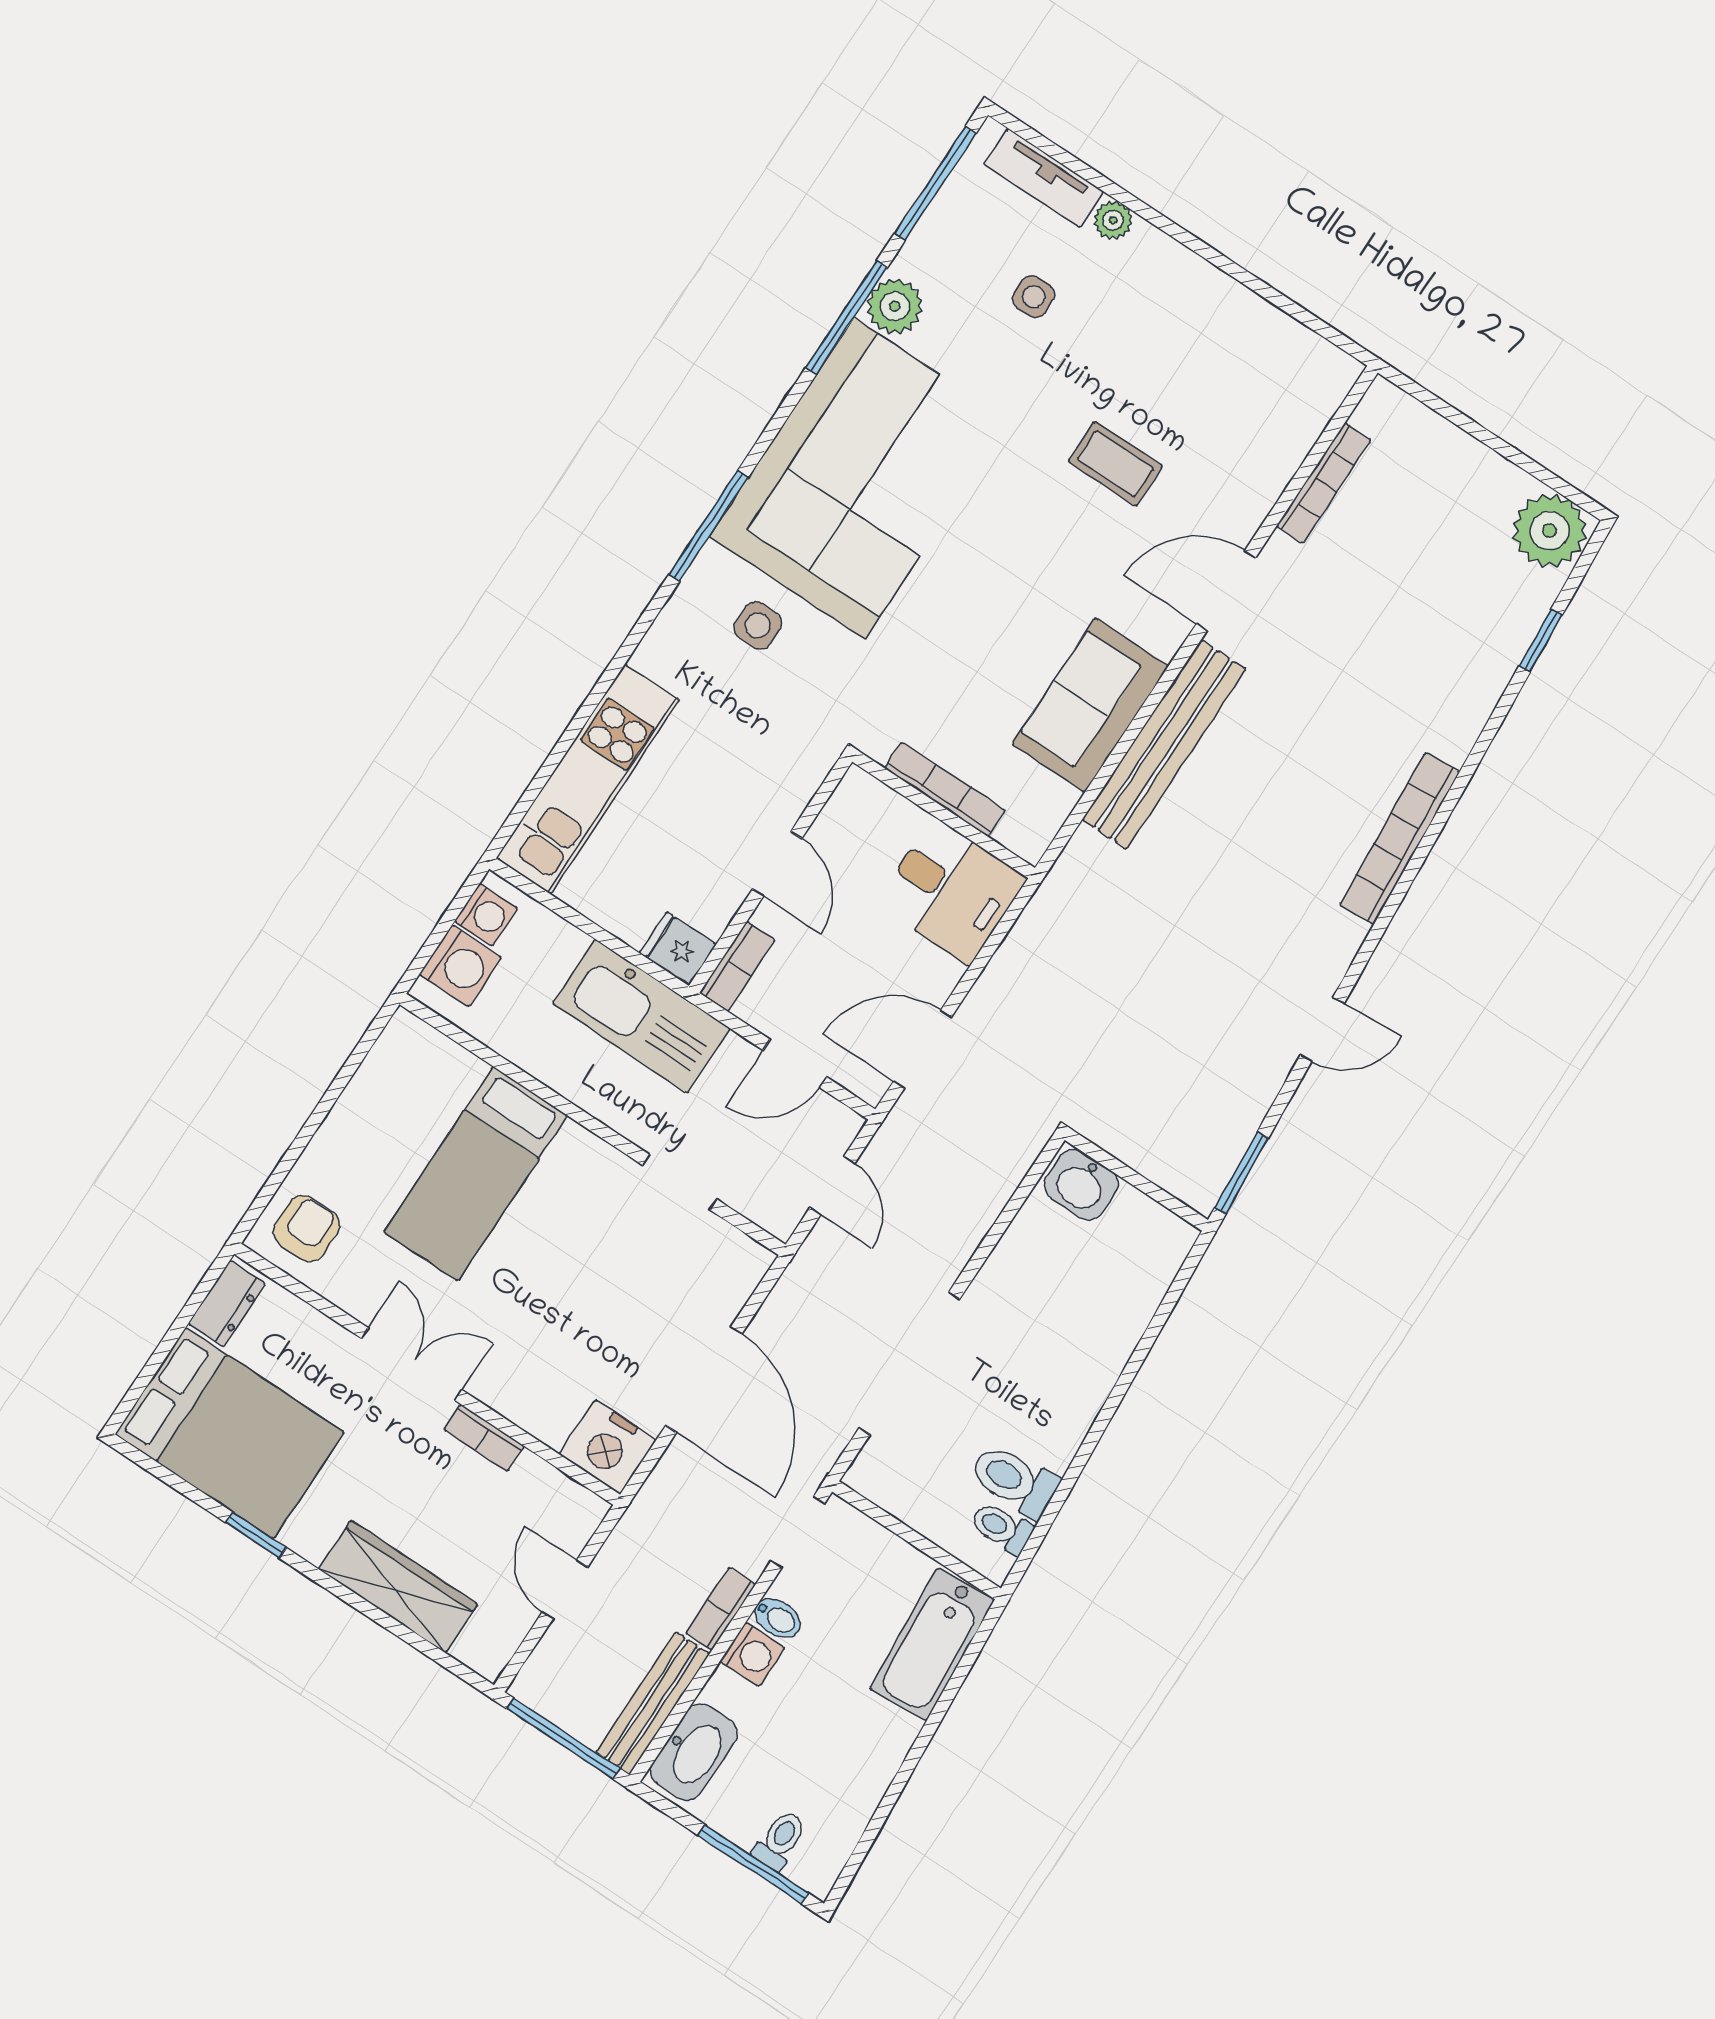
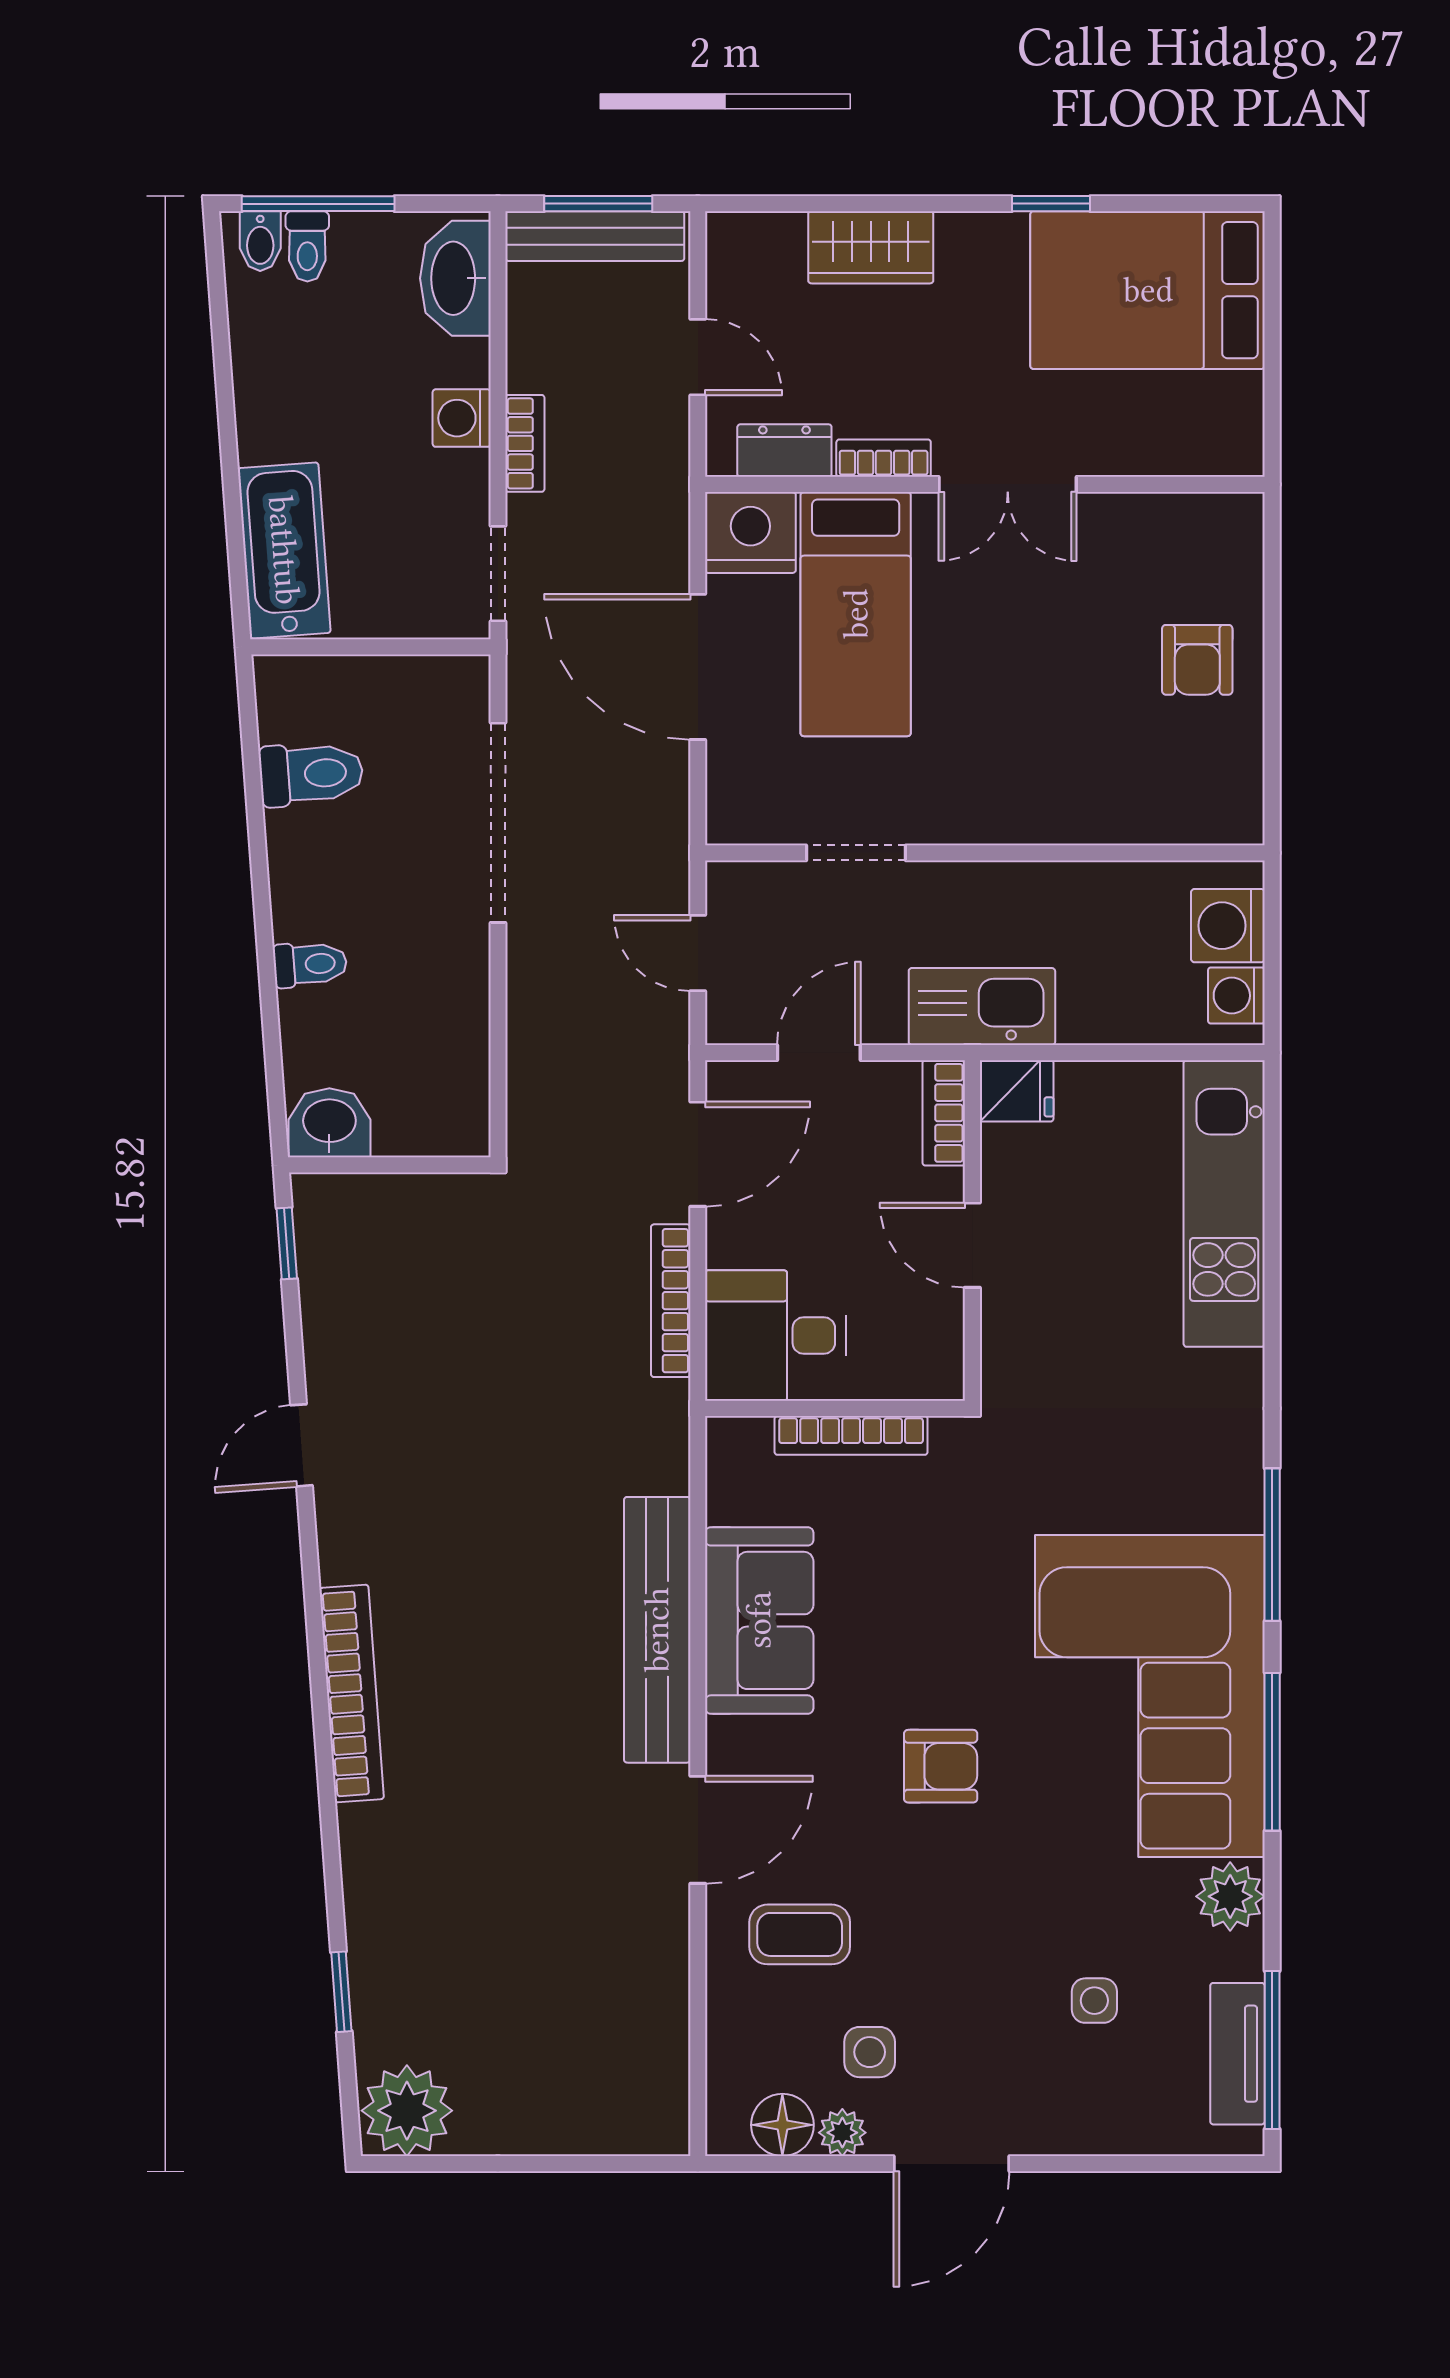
tv unit: (1044, 178) -> (1237, 2054), moved, turned -90
plant: (1113, 220) -> (842, 2133), moved
door: (1204, 250) -> (951, 2164), added
window: (847, 317) -> (1272, 1752), moved
floor lamp: (1301, 352) -> (782, 2125), added
coffee table: (1115, 464) -> (800, 1934), moved
bookcase: (1324, 483) -> (671, 1301), moved
armchair: (1033, 525) -> (941, 1766), added
side table: (758, 626) -> (870, 2052), moved
kitchen sink: (641, 1016) -> (982, 1006), width x0.73, depth x0.81
window: (1242, 1173) -> (287, 1243), width x0.67
bed: (476, 1174) -> (856, 614), moved, turned 180
washbasin: (1081, 1185) -> (329, 1123), moved
armchair: (307, 1229) -> (1197, 660), moved
dresser: (227, 1304) -> (784, 451), moved, turned 90
toilet: (1002, 1528) -> (310, 964), moved
wardrobe: (398, 1587) -> (871, 247), width x0.67
bidet: (777, 1618) -> (260, 241), moved, turned -90
bench: (653, 1703) -> (595, 236), moved, turned 90
window: (563, 1739) -> (598, 204), width x0.69

